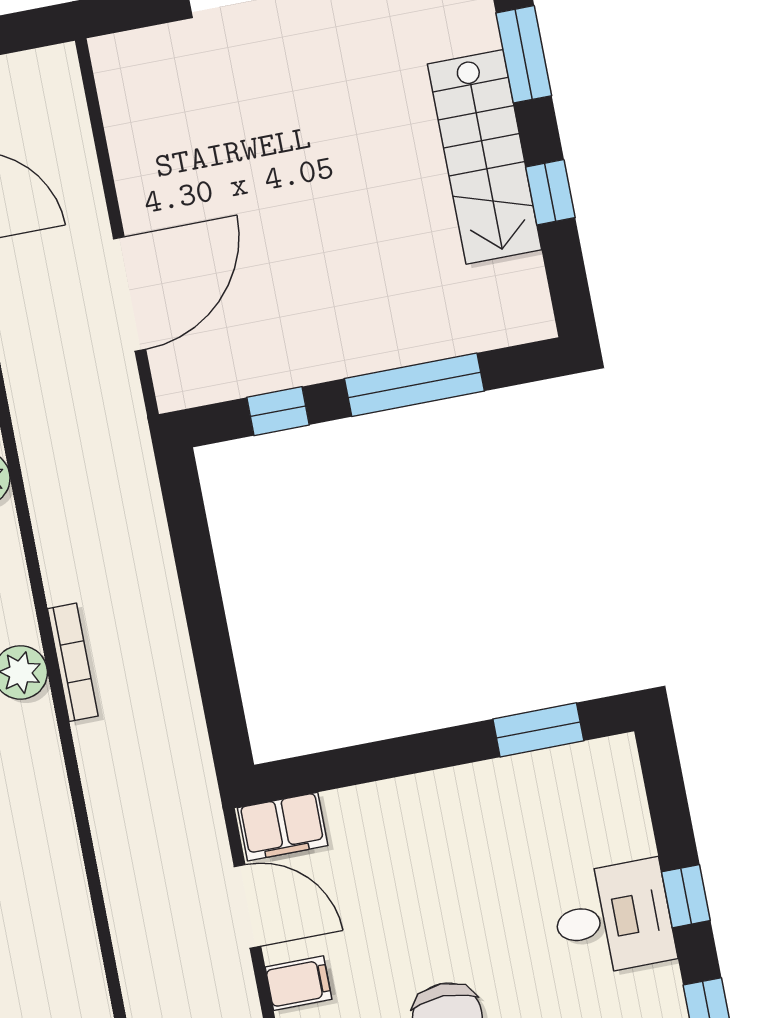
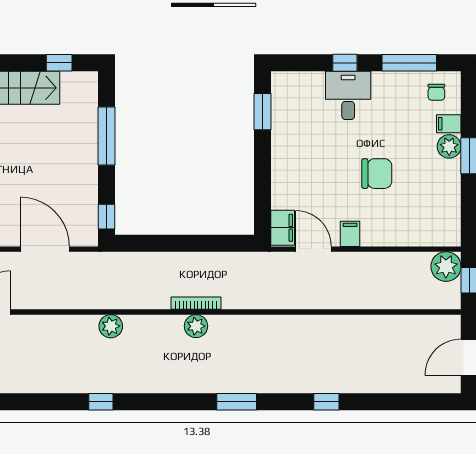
window: (550, 192) -> (59, 63), moved
window: (278, 411) -> (106, 217), moved
door: (248, 906) -> (313, 249), hinge flipped

